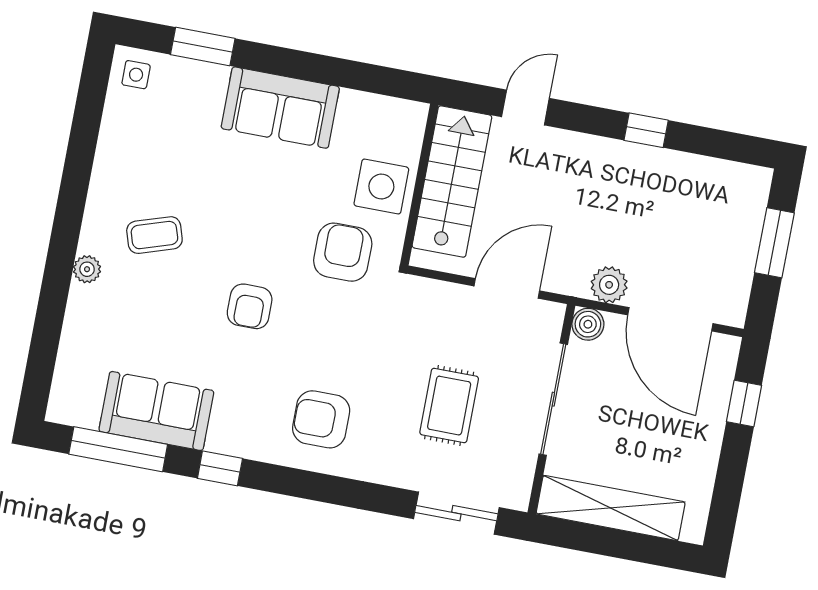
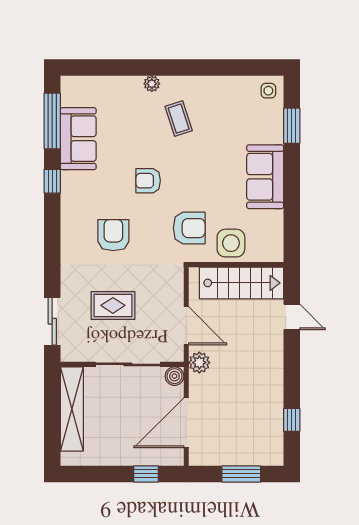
window: (646, 130) -> (292, 420), moved
plant: (609, 285) -> (199, 363), moved
armchair: (321, 419) -> (113, 235), moved

